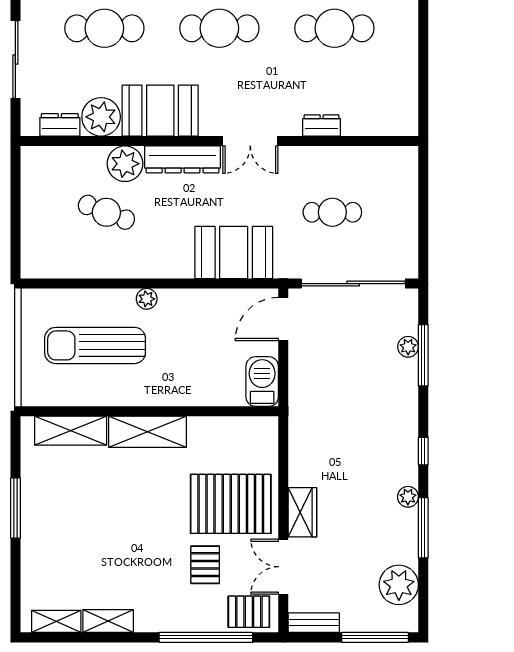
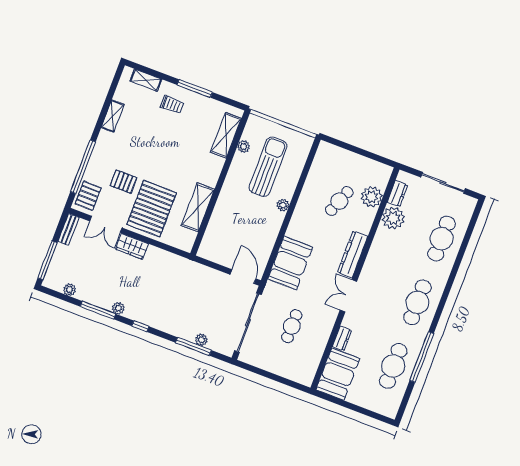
booth: (160, 111) -> (338, 374), moved
plant: (125, 164) -> (372, 197), moved
barbecue: (262, 382) -> (213, 252), removed
plant: (78, 396) -> (244, 147), added
shelving: (148, 432) -> (198, 207), moved
trolley: (54, 534) -> (172, 105), added
double door: (283, 567) -> (106, 224), swing flipped
plant: (399, 585) -> (70, 290), width x0.53, depth x0.53
shelving: (56, 621) -> (146, 80), moved, turned 90

